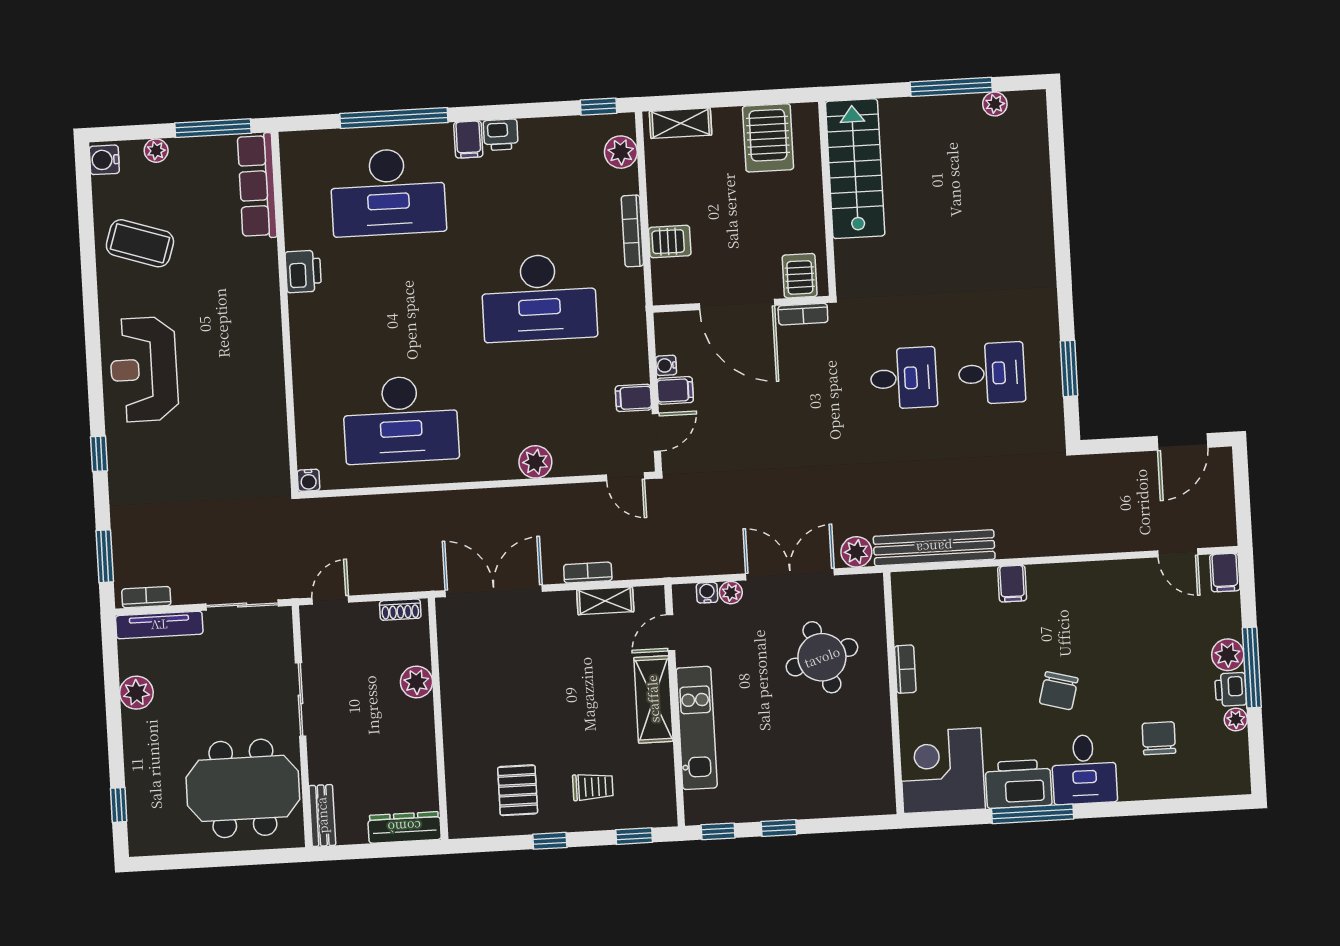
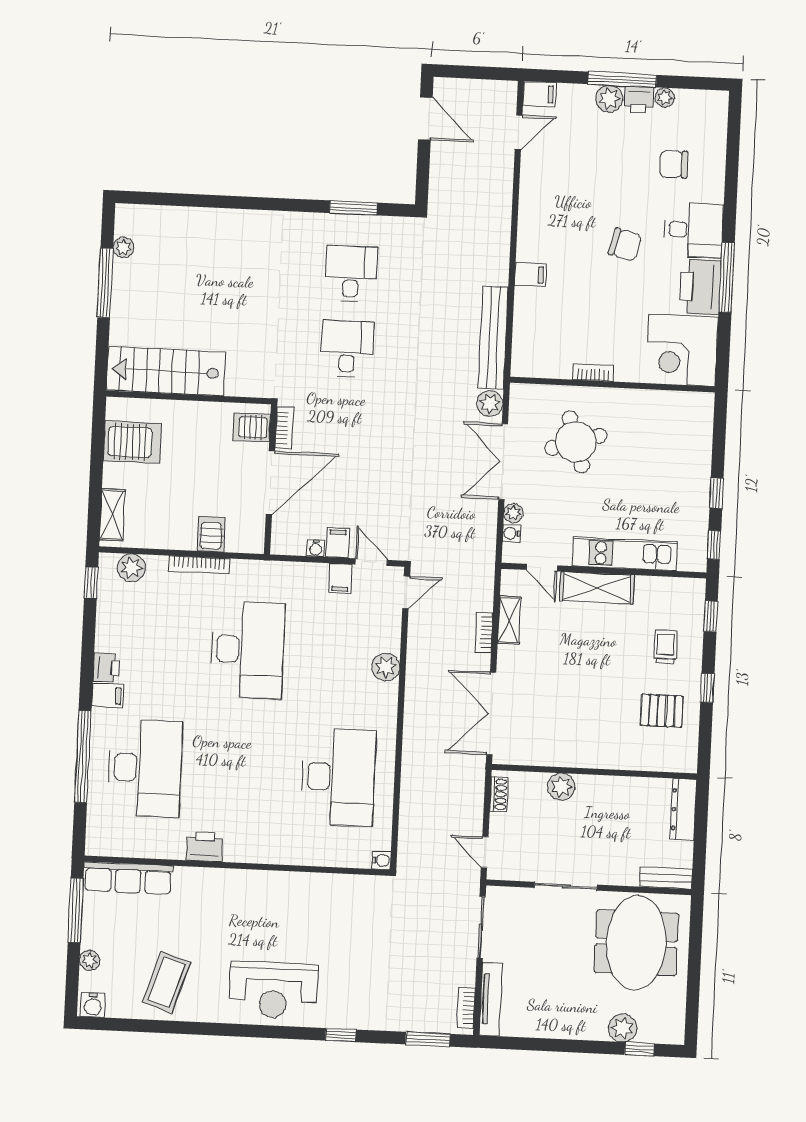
plant: (136, 693) -> (622, 1028), moved

